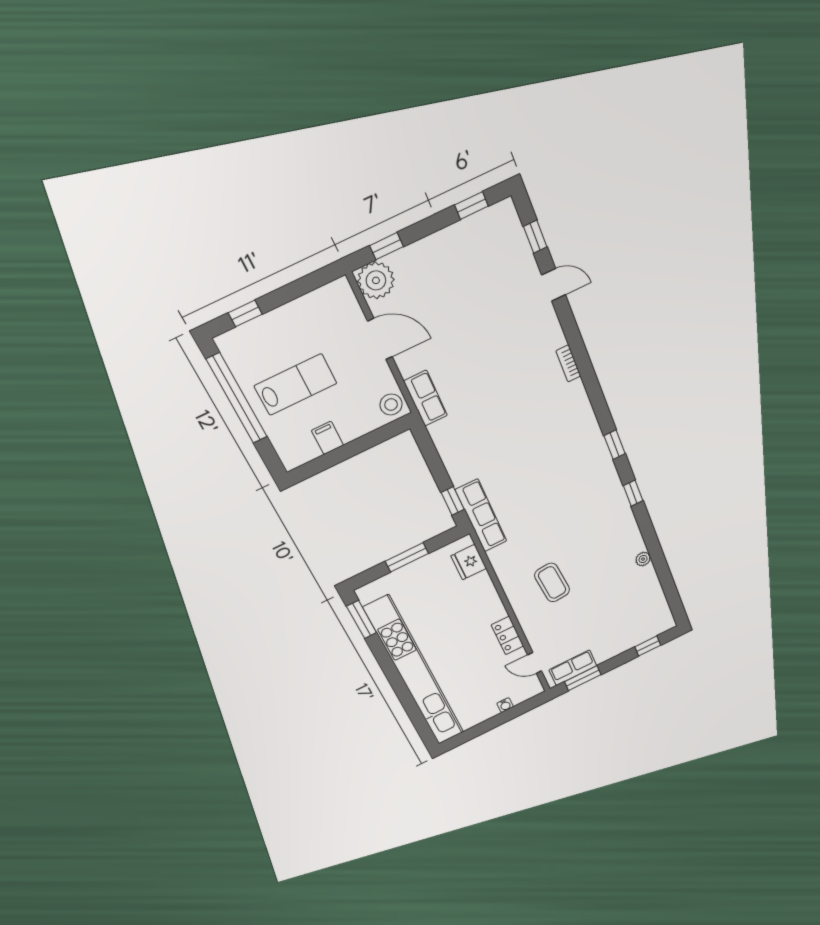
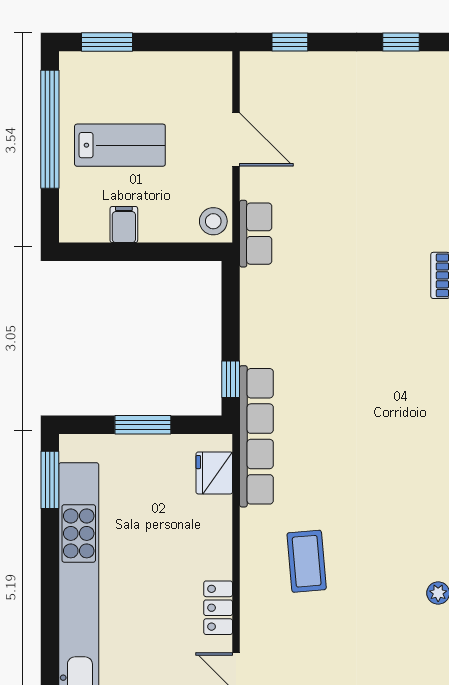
plant: (376, 280) -> (262, 73), removed
window: (245, 313) -> (107, 42), width x1.50
row of seats: (481, 516) -> (256, 436), width x1.36

